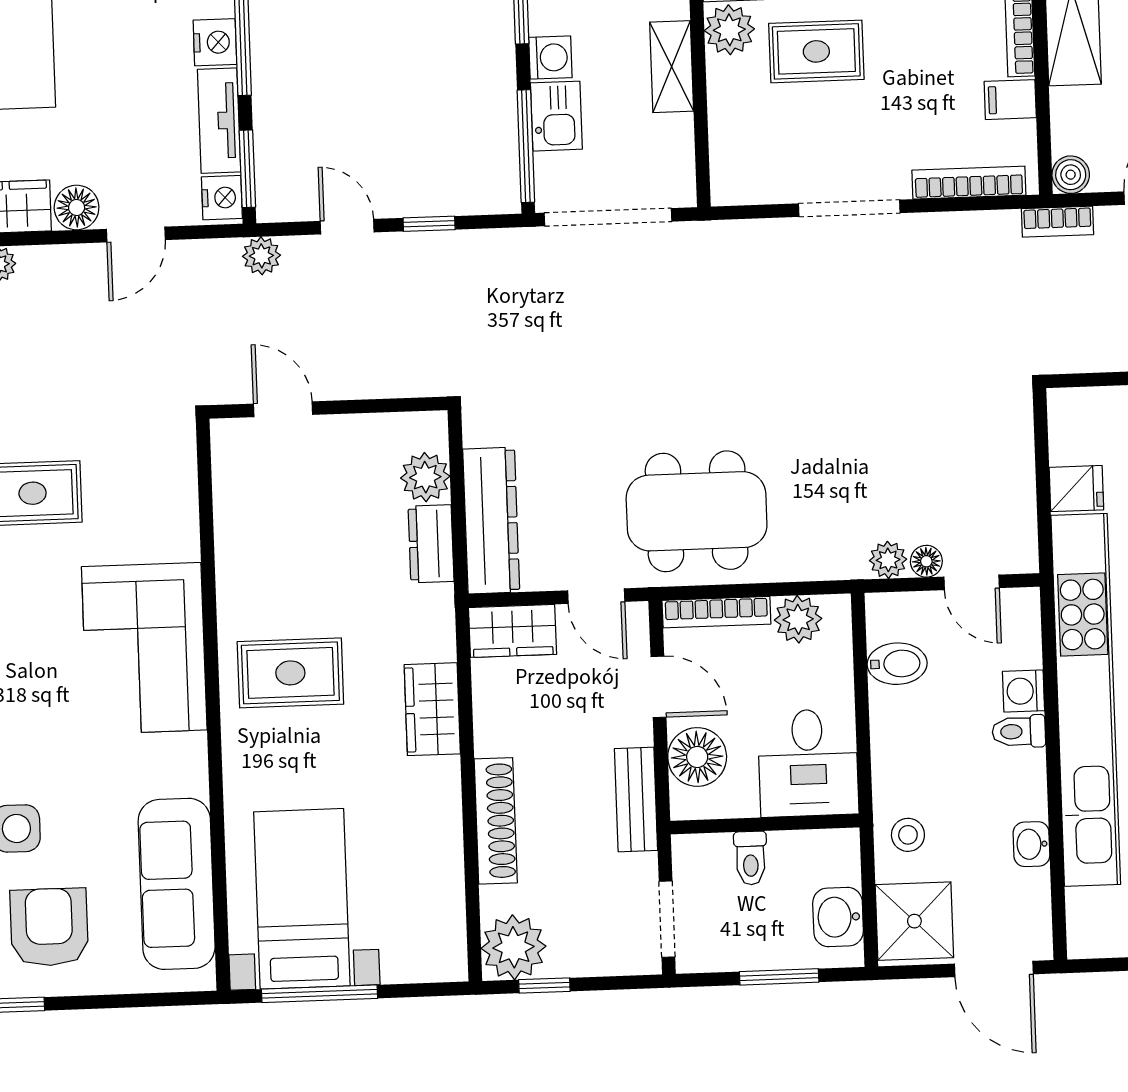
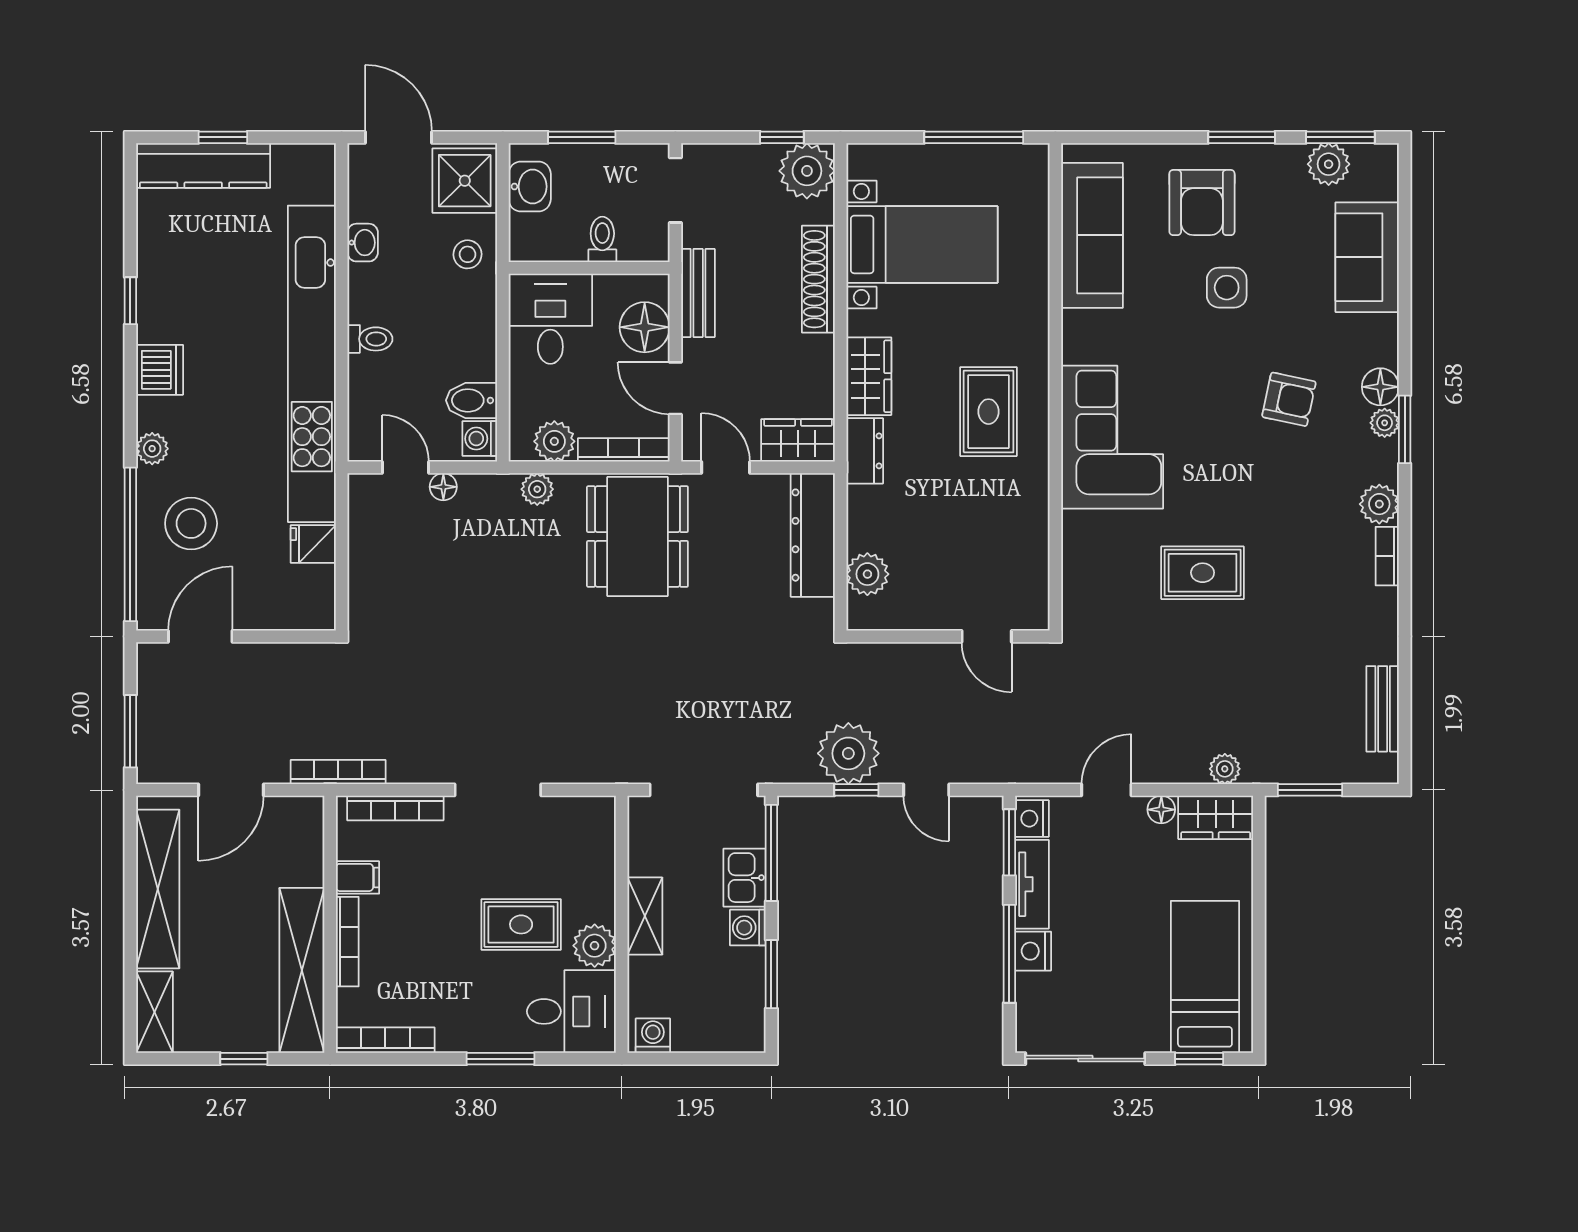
boiler: (1071, 175) -> (308, 812), removed
floor lamp: (77, 208) -> (1161, 810), width x0.73, depth x0.73
bookcase: (1057, 222) -> (338, 772), width x1.56
plant: (261, 256) -> (848, 753), moved, width x1.88, depth x1.88
dining table: (697, 511) -> (637, 537), turned 90
dresser: (431, 544) -> (865, 451), moved
plant: (888, 560) -> (537, 489), moved
rug: (290, 673) -> (988, 412), turned 90
washing machine: (1023, 691) -> (480, 439), moved, turned 180
bed with nightstands: (302, 899) -> (922, 244), moved, turned -90

